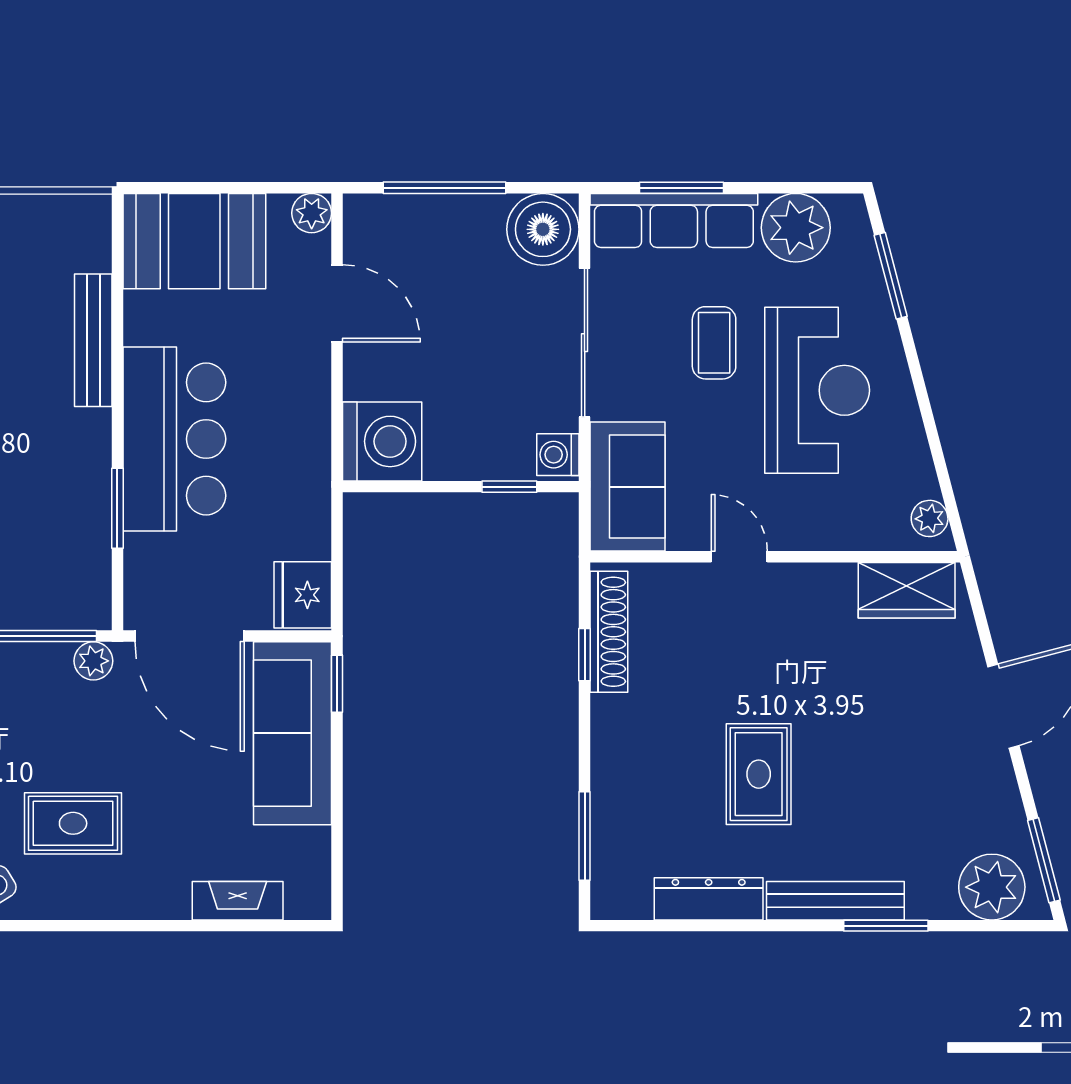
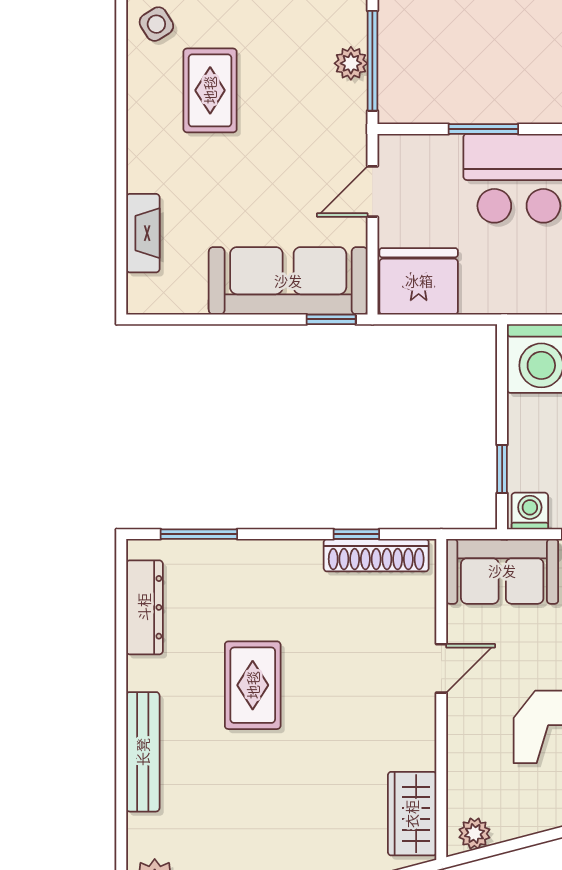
fridge: (303, 595) -> (419, 281), width x1.36, depth x1.34
door: (190, 636) -> (372, 191), width x0.53
plant: (93, 661) -> (351, 63), moved
rug: (759, 774) -> (253, 685), turned 90
dresser: (709, 899) -> (144, 607), moved
window: (886, 926) -> (121, 796), removed

